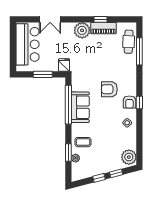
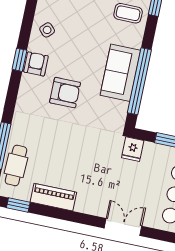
double door: (50, 19) -> (123, 227), moved
window: (101, 19) -> (18, 205), moved
plant: (82, 30) -> (90, 201), removed

